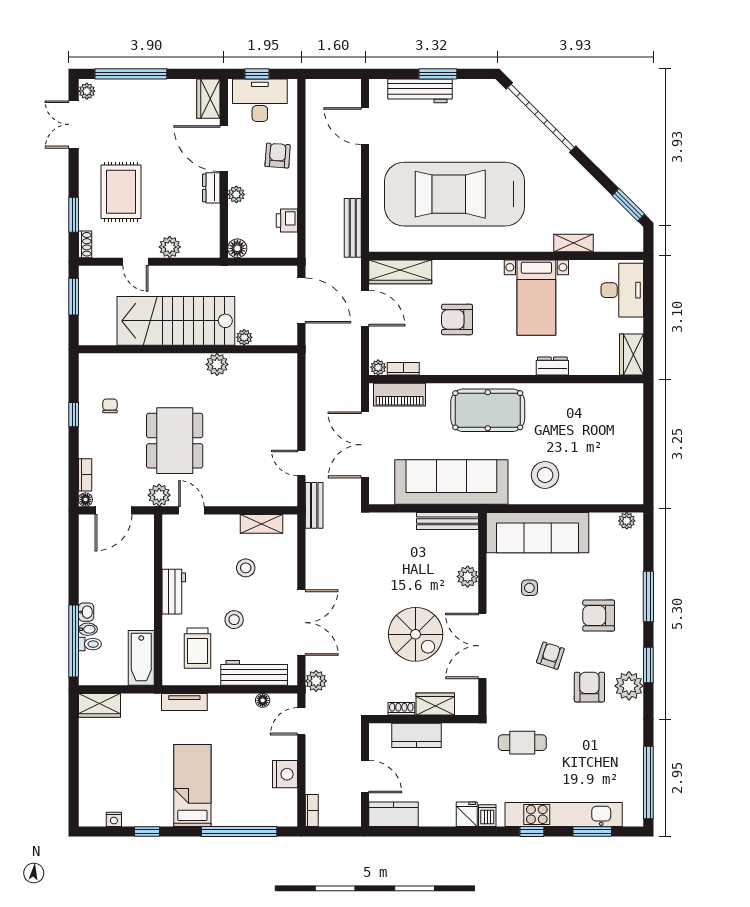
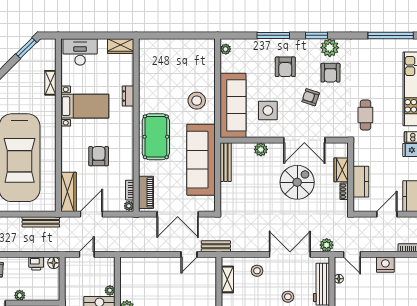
floor lamp: (237, 248) -> (54, 263), moved
door: (301, 300) -> (87, 254), width x0.53
armchair: (457, 319) -> (99, 156), turned 180
stool: (246, 568) -> (257, 271), moved
side table: (529, 588) -> (268, 110), width x1.87, depth x1.87
armchair: (589, 687) -> (330, 73), turned -90

